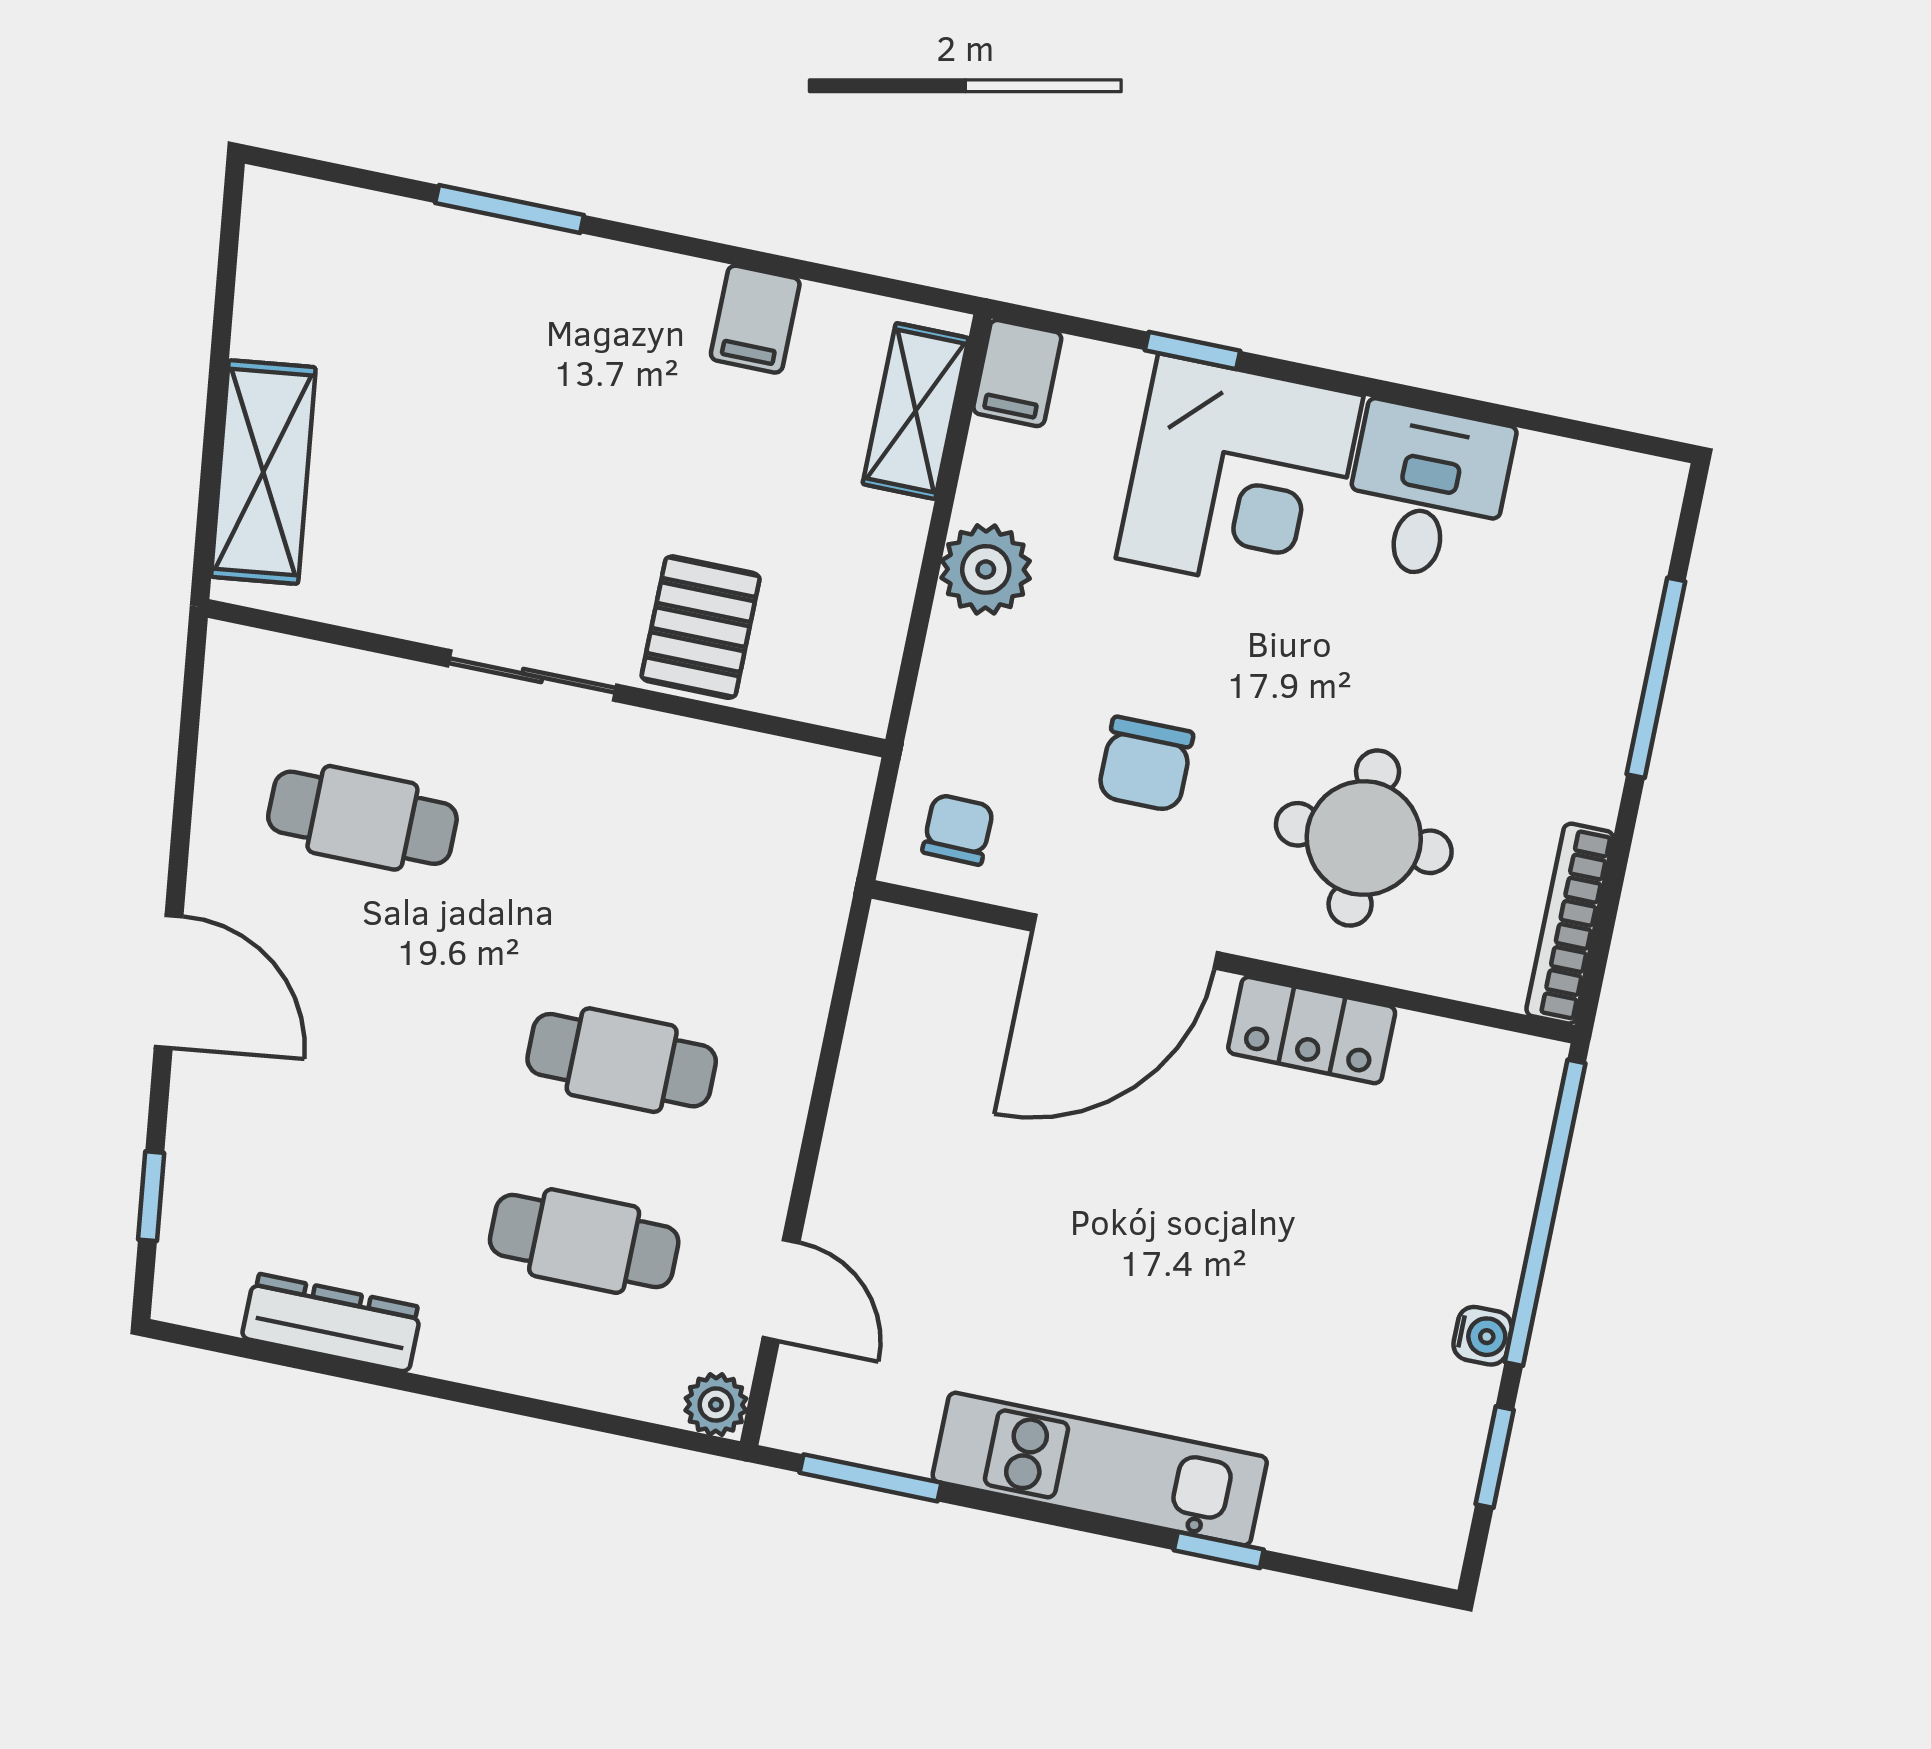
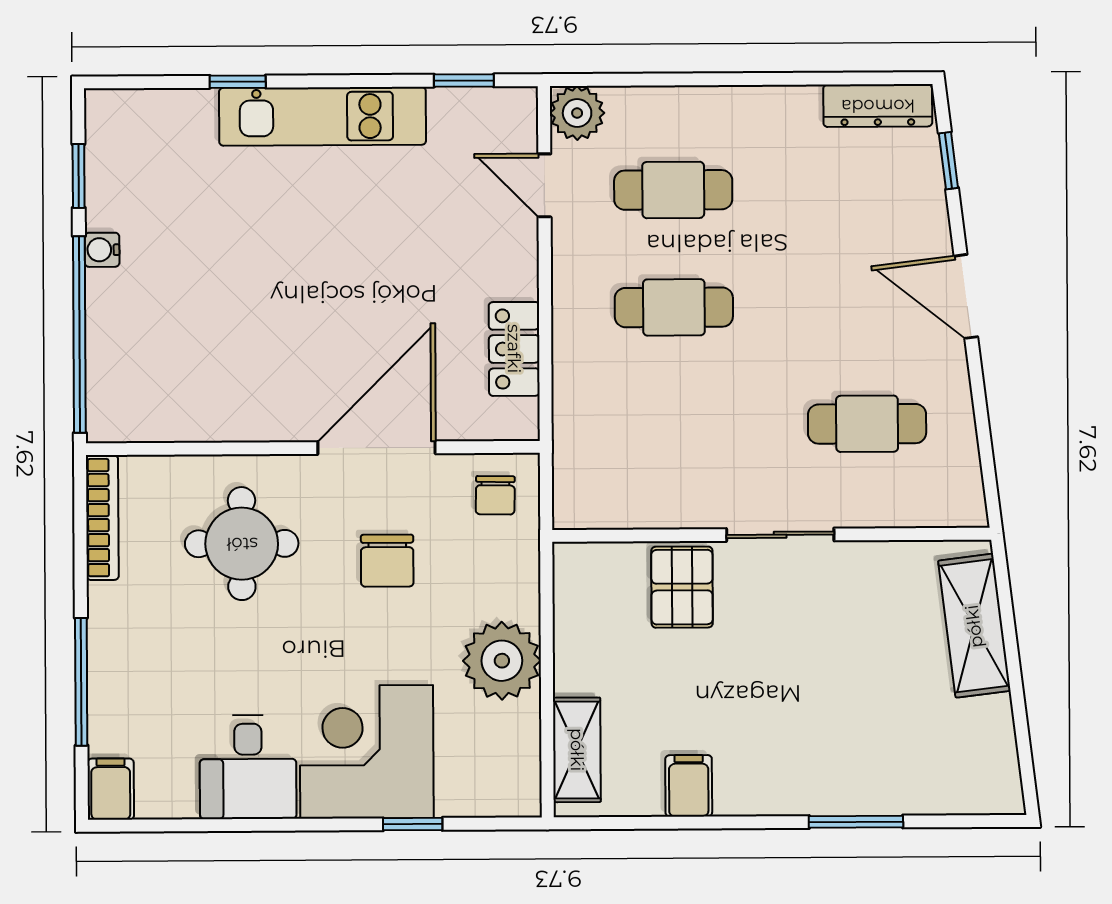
filing cabinet: (1017, 373) -> (111, 789), moved
plant: (986, 569) -> (502, 661), width x1.36, depth x1.36
chair: (1146, 764) -> (387, 561), turned 180
locker: (1312, 1030) -> (514, 349), moved, turned -90
dresser: (332, 1323) -> (878, 106), moved
plant: (716, 1405) -> (577, 113), width x1.38, depth x1.38
window: (870, 1478) -> (464, 81), width x0.67

